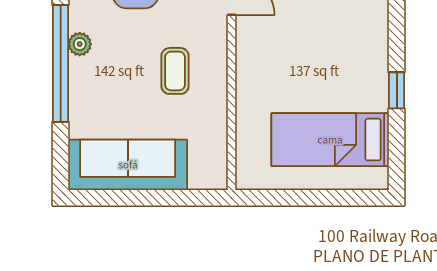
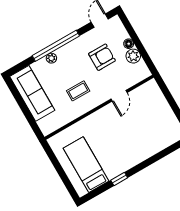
plant: (80, 44) -> (51, 58), moved

